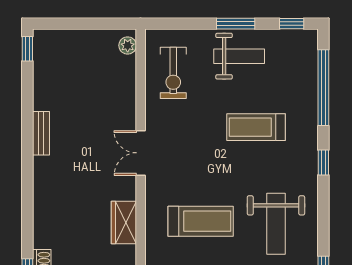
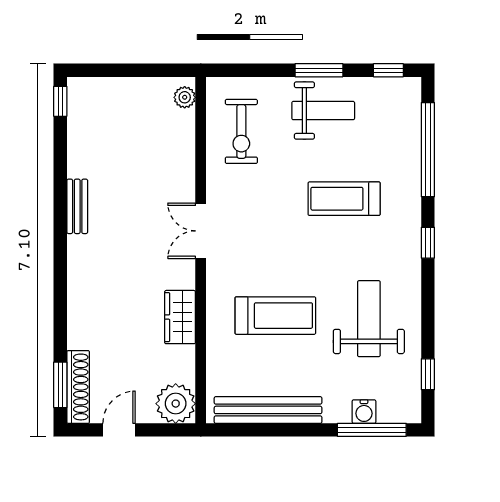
weight bench: (276, 224) -> (369, 319), turned 180

